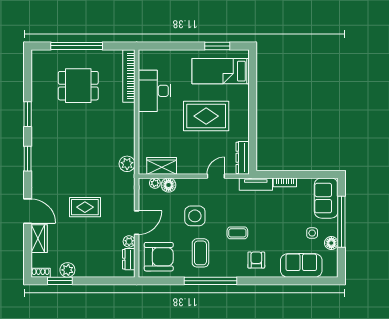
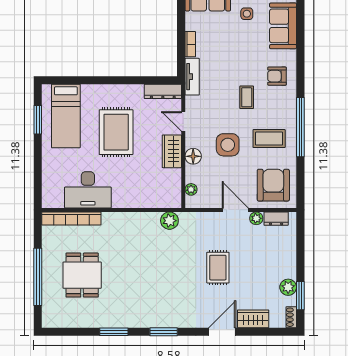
wardrobe: (162, 166) -> (172, 151), moved
floor lamp: (169, 185) -> (193, 156), moved

